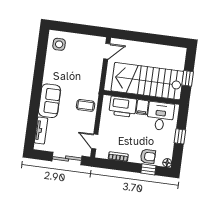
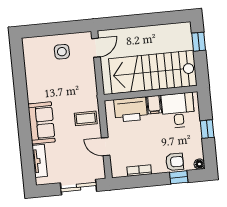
side table: (59, 44) -> (62, 52), moved
window: (188, 78) -> (199, 42), moved
door: (95, 142) -> (106, 147), moved

